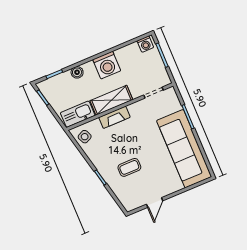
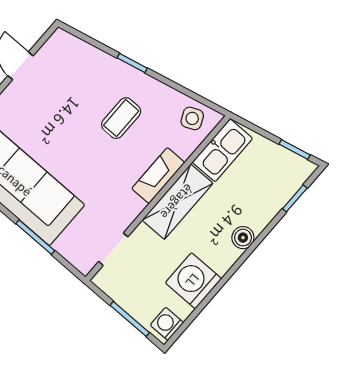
washing machine: (107, 65) -> (193, 281), moved
boiler: (77, 72) -> (243, 238), moved
coffee table: (129, 167) -> (121, 118), moved

